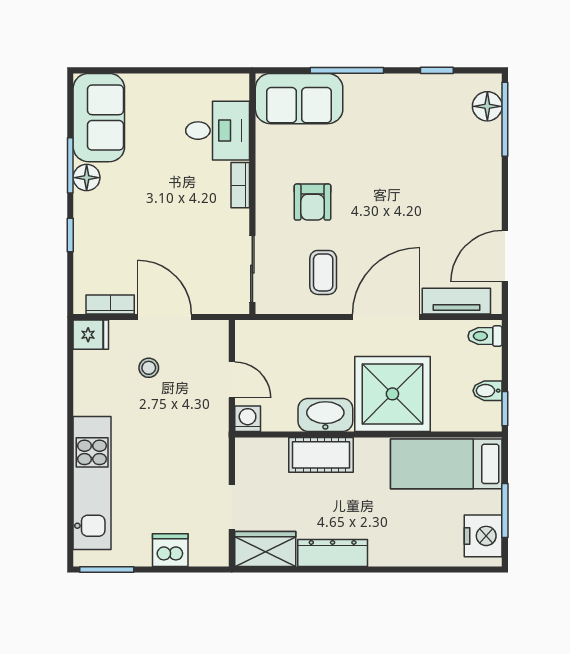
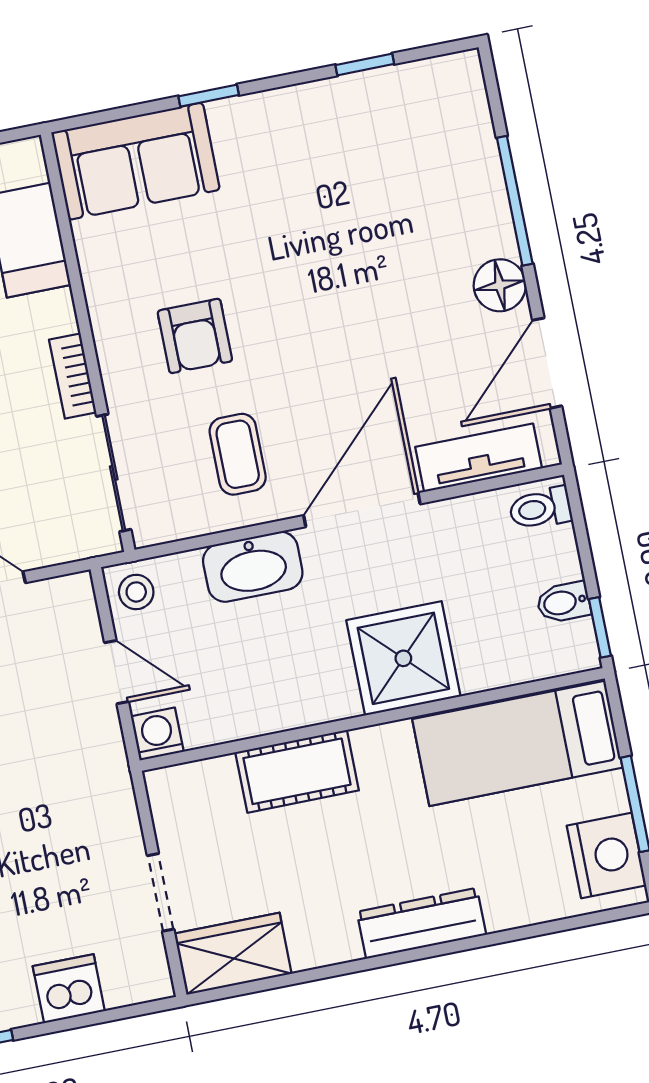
window: (347, 70) -> (209, 96), width x0.46
floor lamp: (487, 106) -> (500, 285), moved
window: (505, 119) -> (515, 201), moved
bookcase: (240, 185) -> (73, 376), moved
stool: (252, 338) -> (136, 592), added
shower: (392, 394) -> (403, 658), width x0.73, depth x0.73
washbasin: (325, 415) -> (253, 567), moved, turned 180
dresser: (333, 553) -> (421, 923), moved

